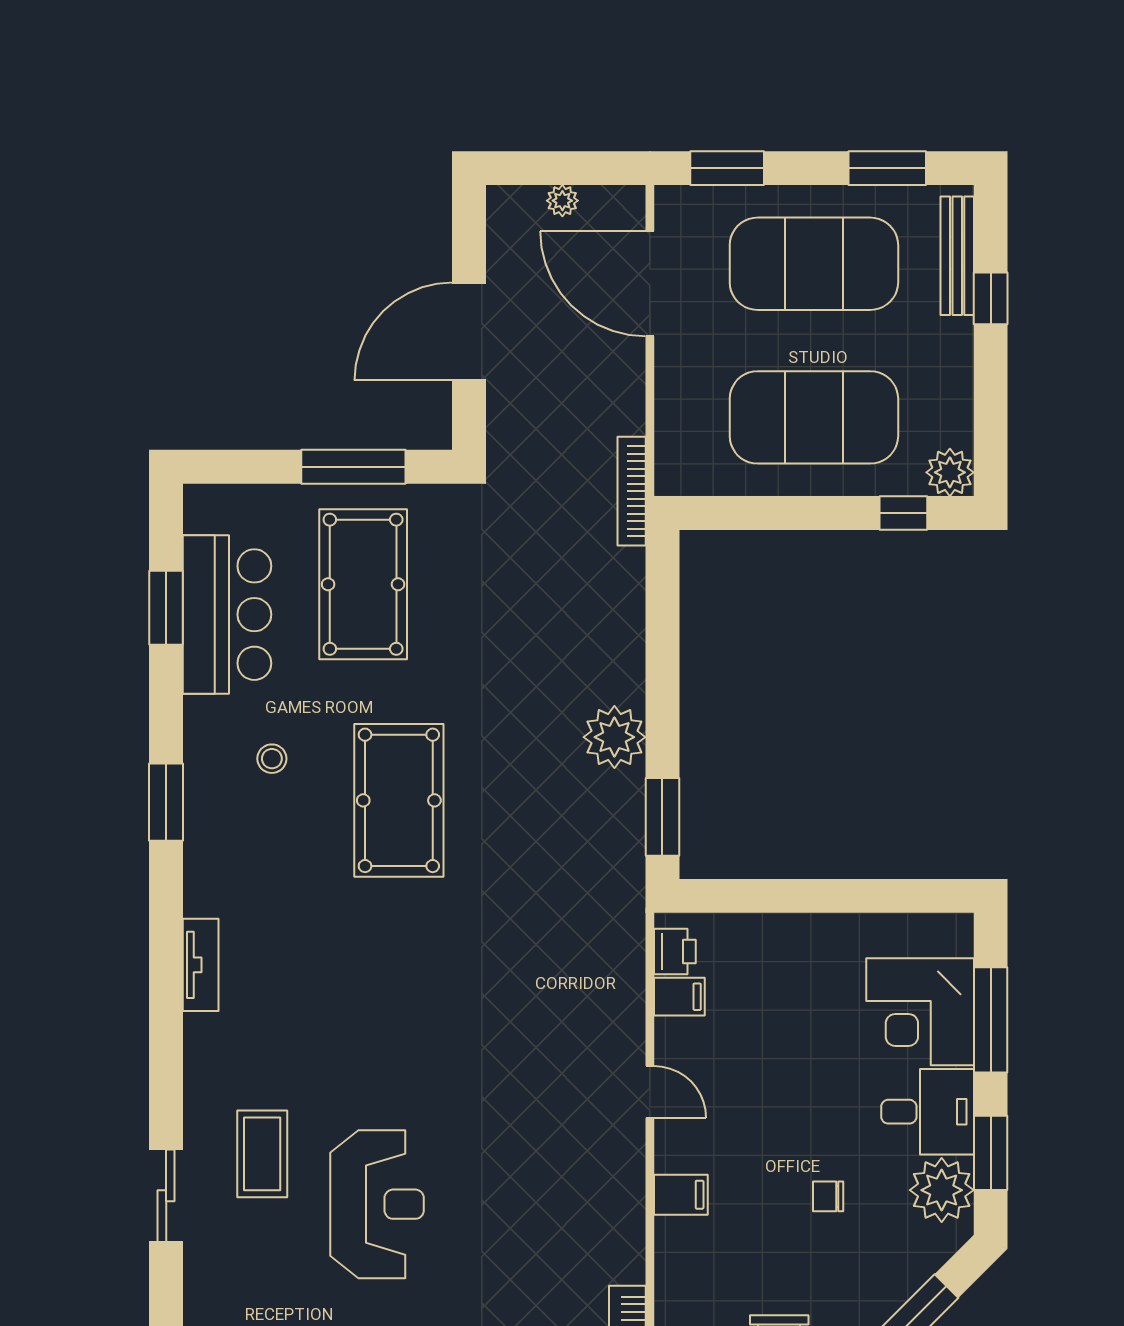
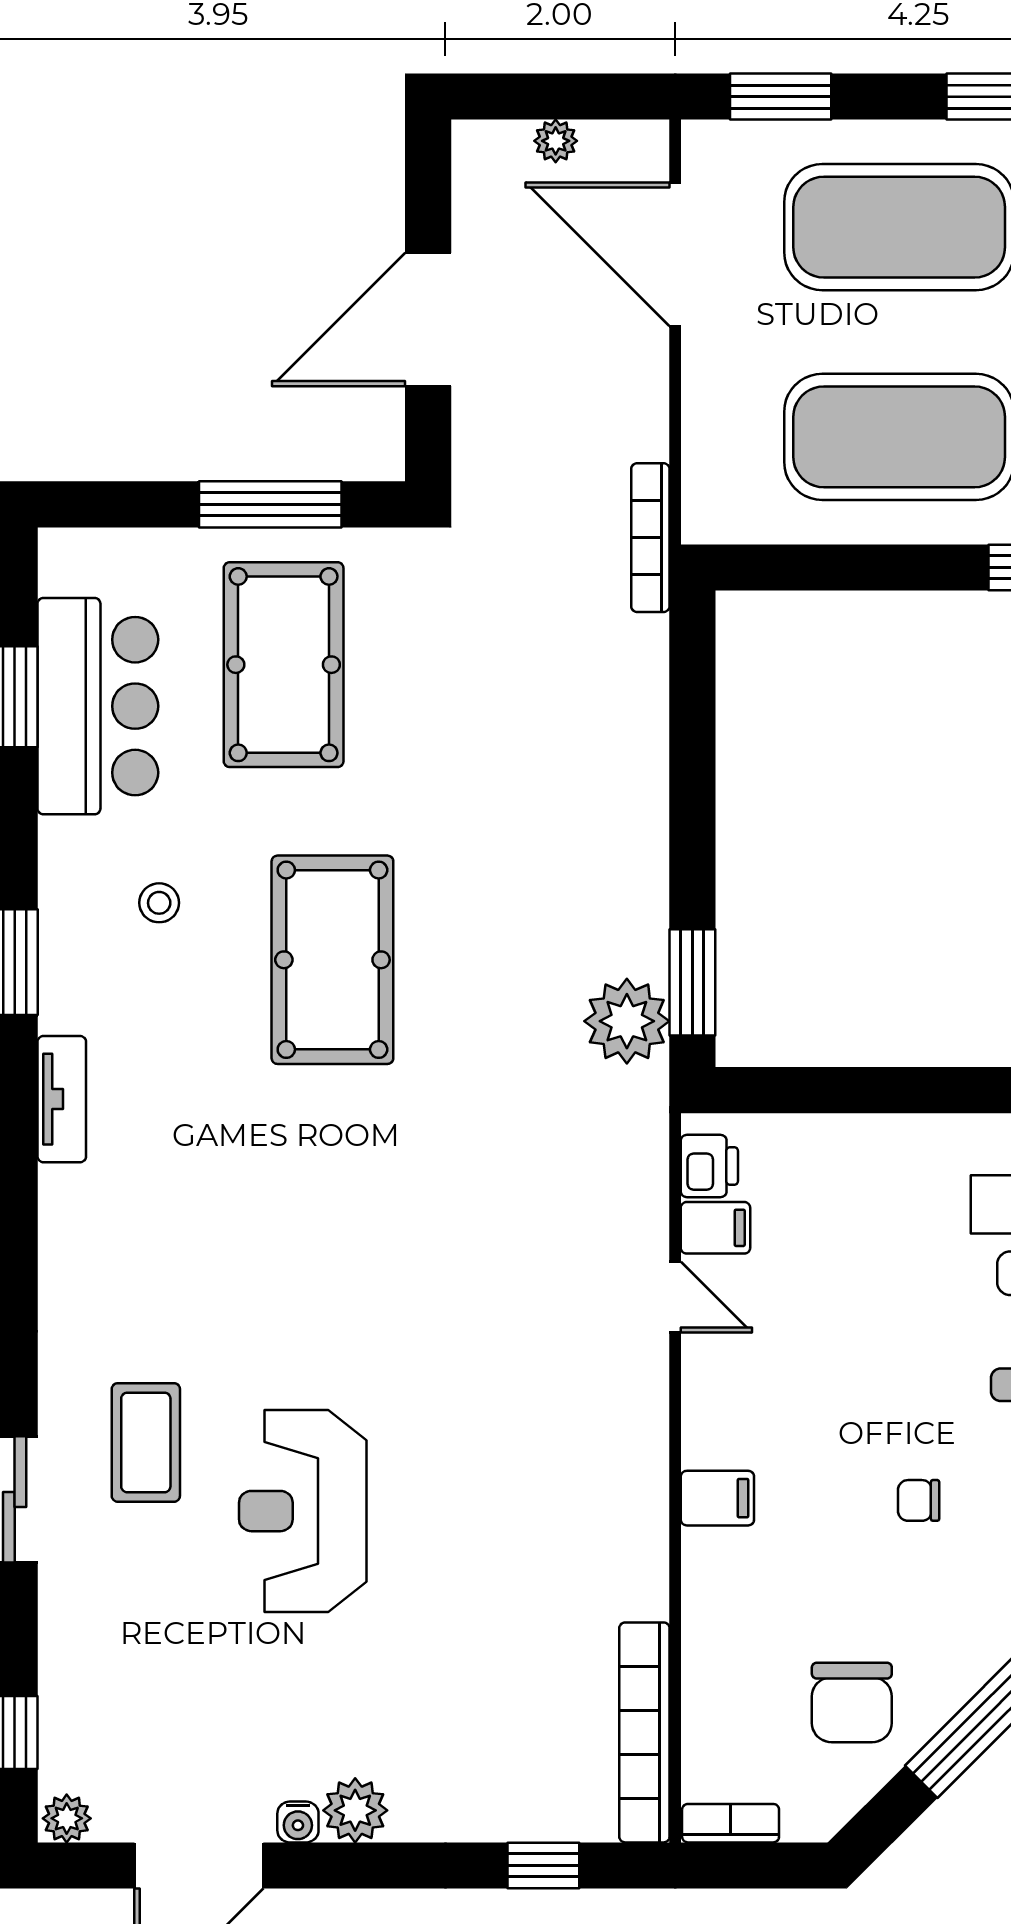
plant: (614, 737) -> (627, 1021), moved
tv unit: (201, 965) -> (62, 1099), moved
door: (650, 1092) -> (675, 1297), moved
reception desk: (377, 1204) -> (303, 1511), turned 180

